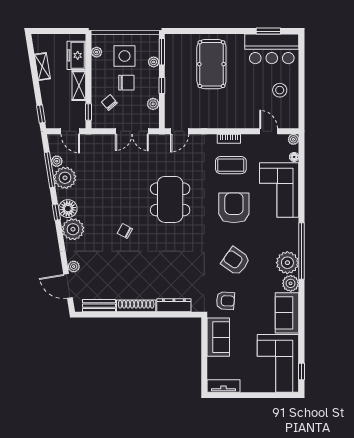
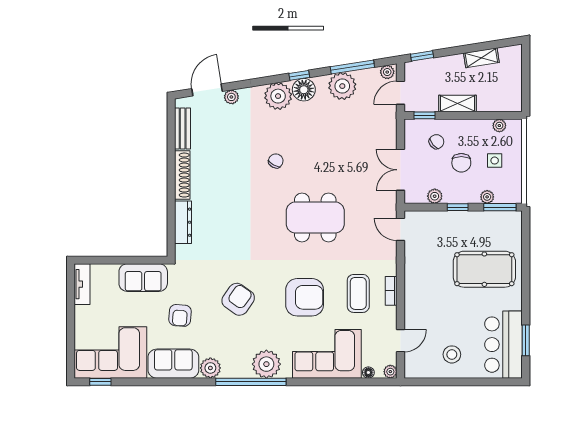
freezer: (76, 55) -> (495, 100), removed
side table: (125, 56) -> (495, 161), width x0.54, depth x0.54
plant: (57, 161) -> (387, 72), moved
plant: (287, 263) -> (266, 364), moved
armchair: (225, 301) -> (180, 315), moved

